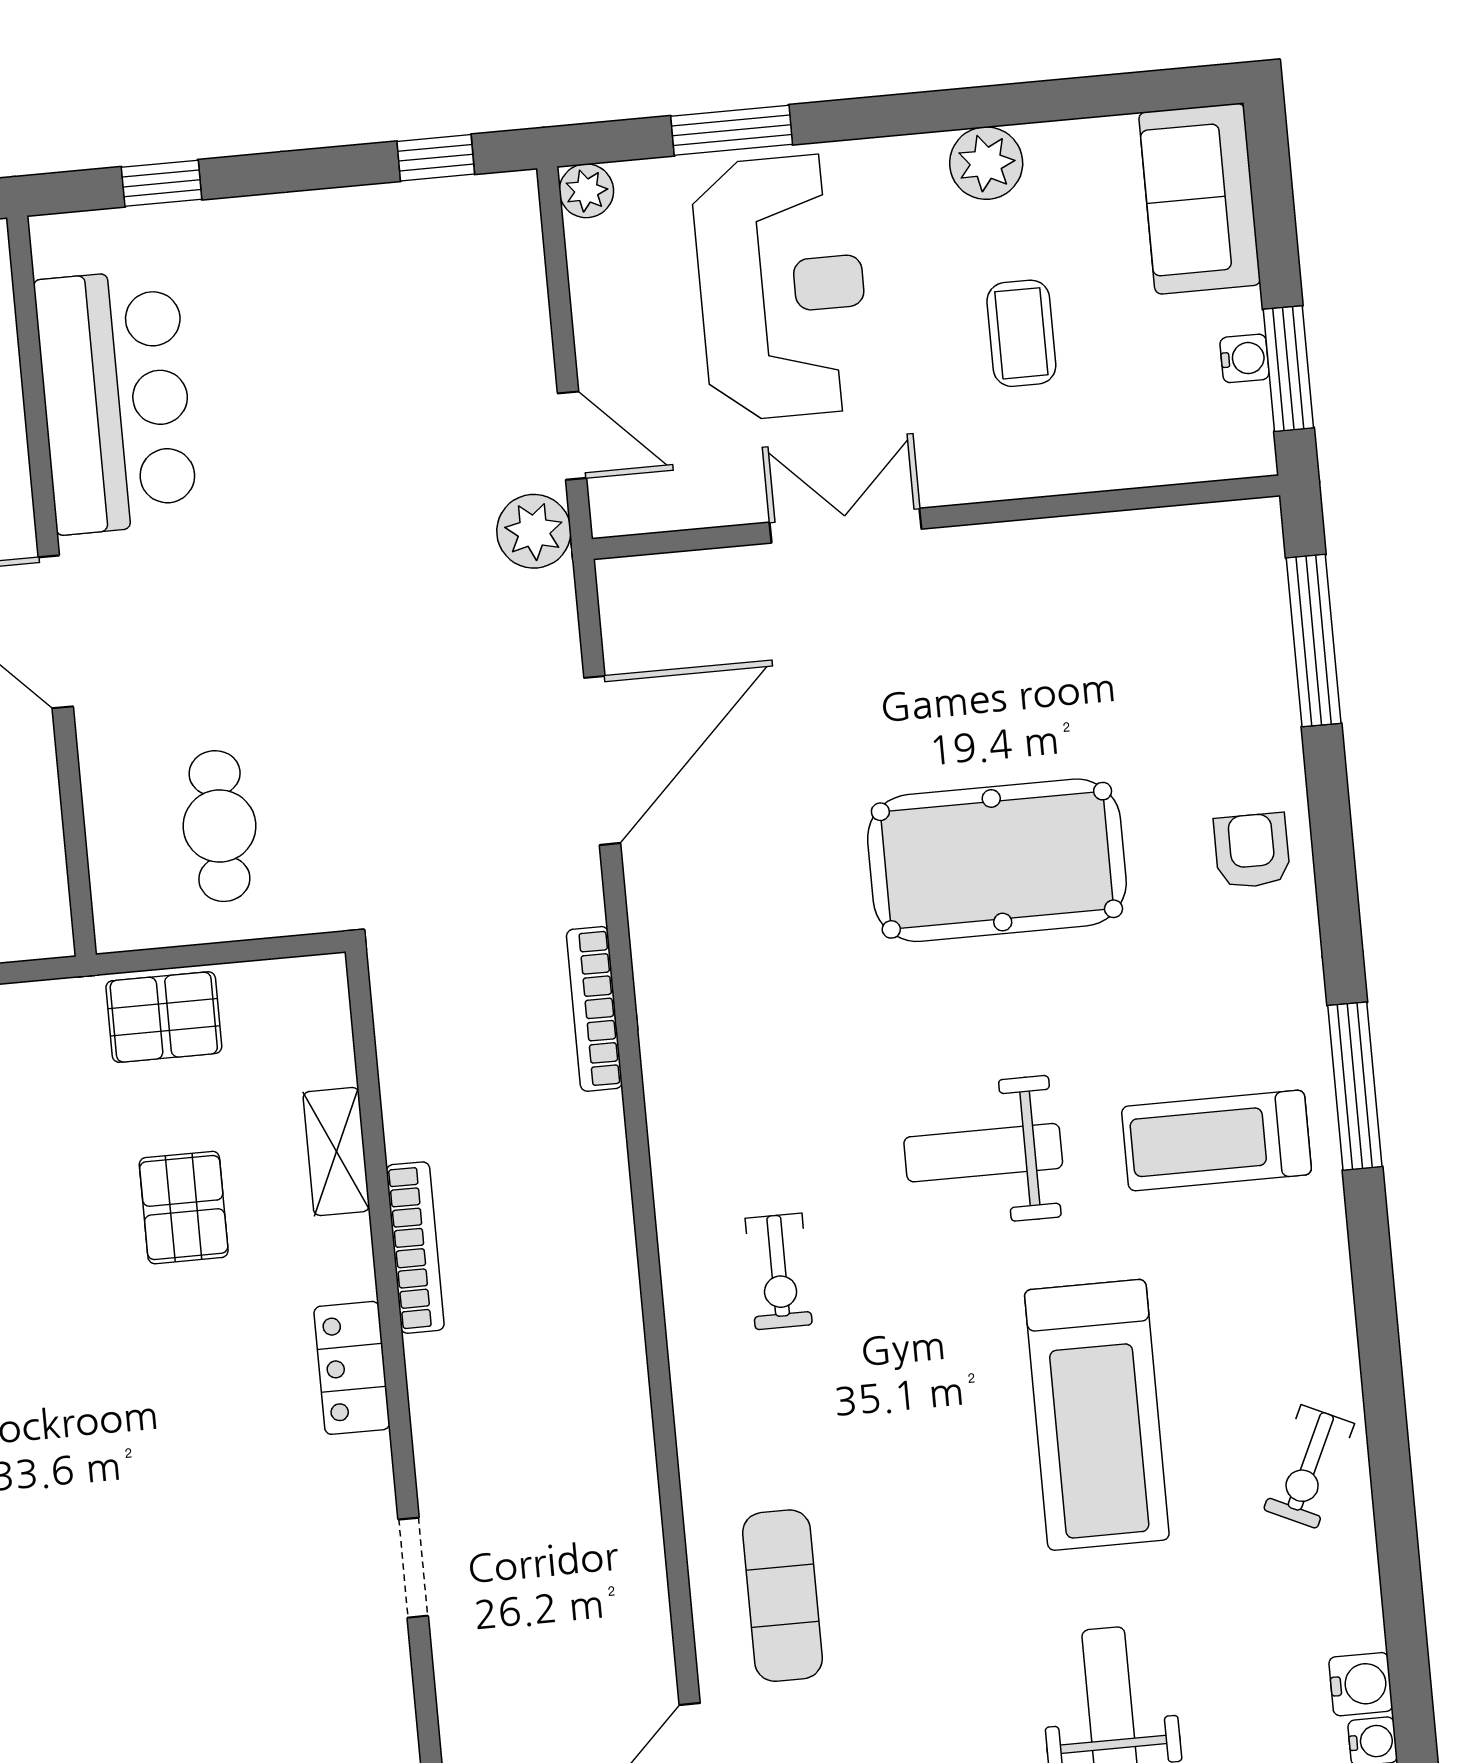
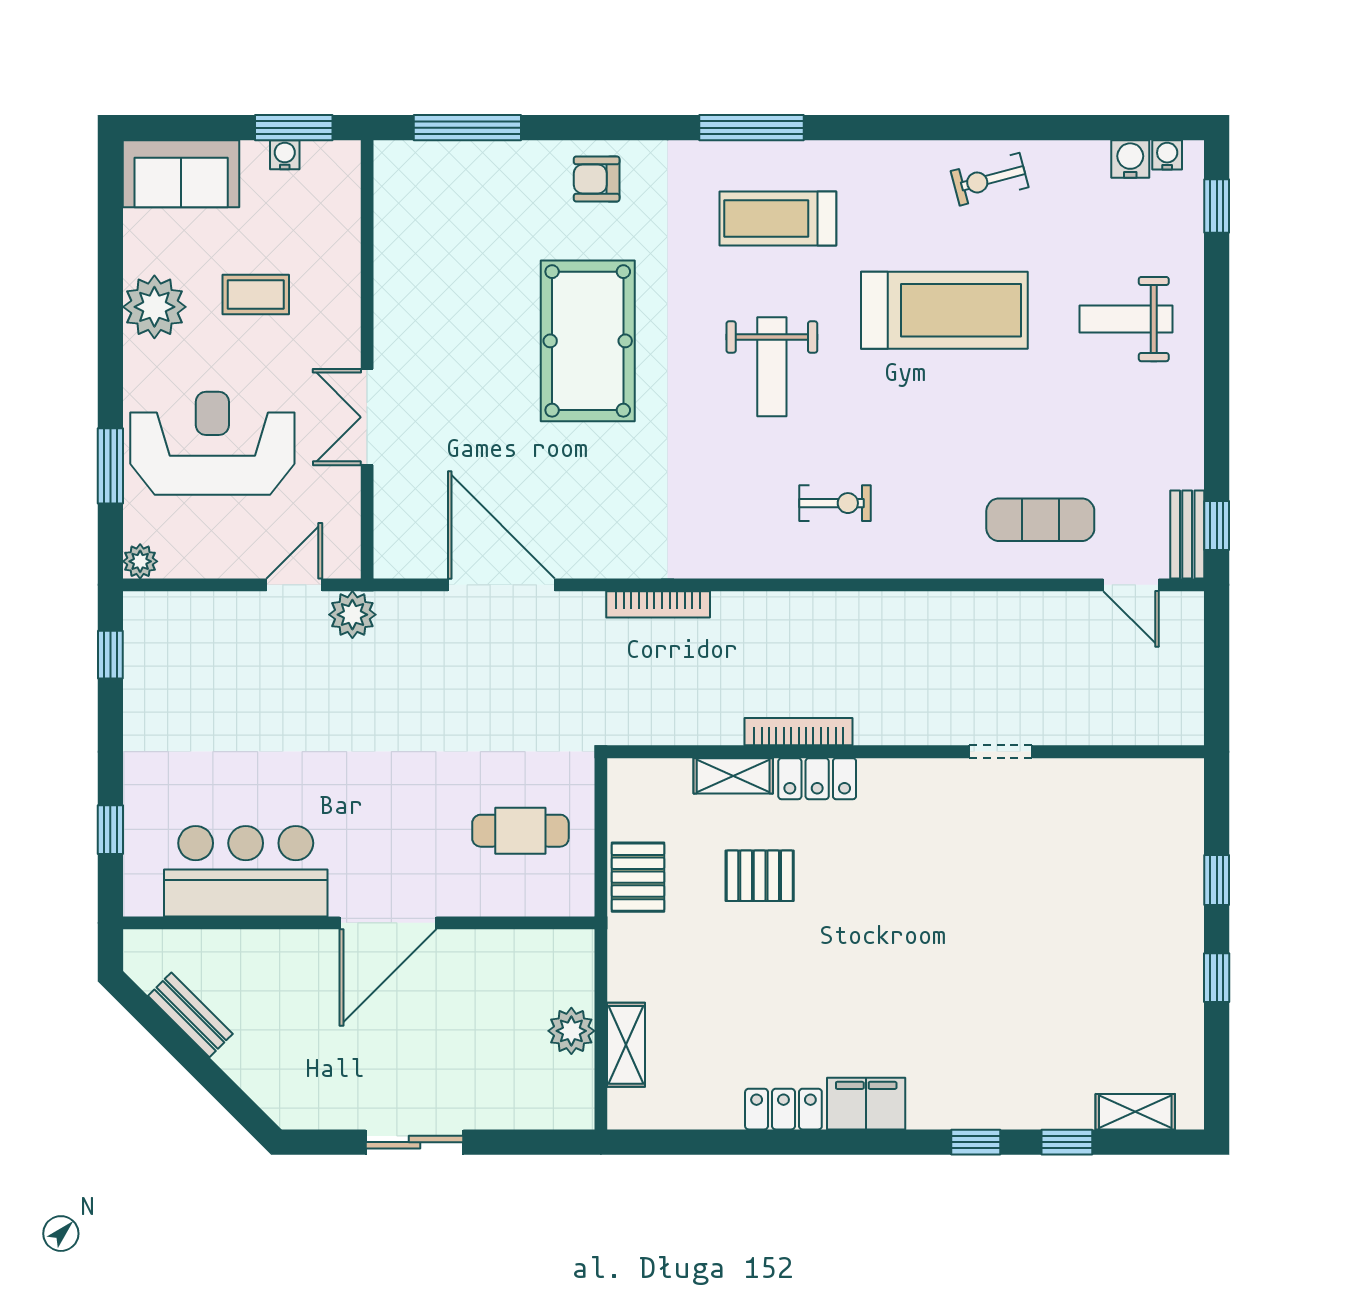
plant: (986, 163) -> (154, 307), width x1.36, depth x1.36
treadmill: (1217, 1141) -> (778, 218), turned 90
locker: (352, 1368) -> (817, 779), moved
exercise bike: (1309, 1467) -> (990, 179), turned 140

